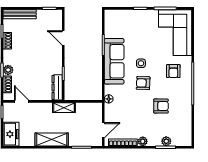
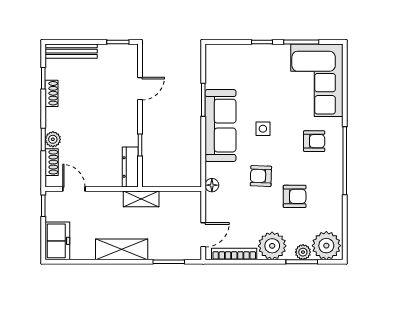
door: (63, 38) -> (140, 89), swing flipped
armchair: (173, 71) -> (314, 141), turned -90
armchair: (143, 83) -> (261, 176), moved
plant: (181, 137) -> (326, 246), added
plant: (143, 141) -> (272, 246), width x1.87, depth x1.87

